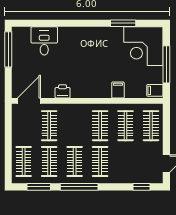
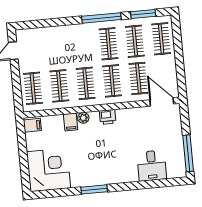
window: (123, 23) -> (94, 189), moved
window: (166, 64) -> (23, 153), removed
printer: (63, 91) -> (108, 117), moved
plant: (105, 93) -> (83, 118), added
door: (29, 101) -> (162, 102), swing flipped
clothes rail: (100, 161) -> (112, 81), moved
window: (141, 187) -> (37, 24), removed

